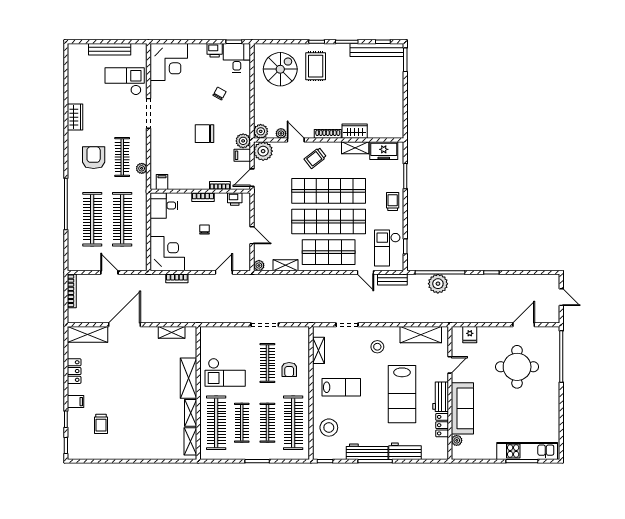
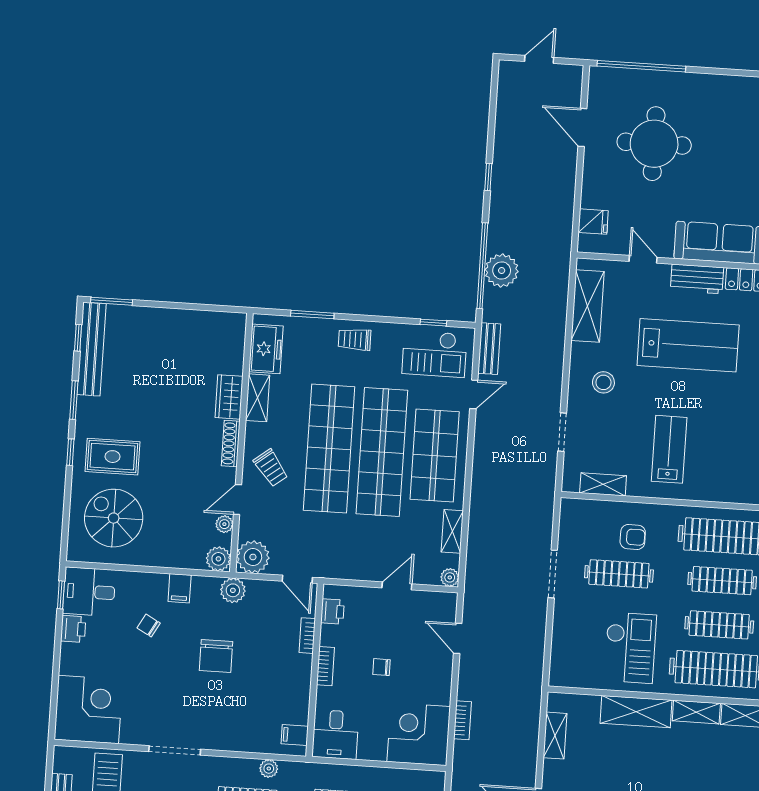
filing cabinet: (242, 155) -> (180, 588), moved
stool: (329, 428) -> (737, 475), removed

